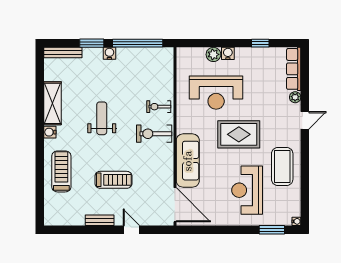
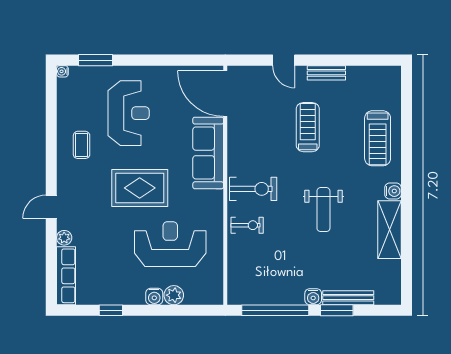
bench: (63, 53) -> (348, 298), moved
coffee table: (282, 167) -> (82, 145), width x0.54, depth x0.58
treadmill: (113, 180) -> (308, 127), turned 90

